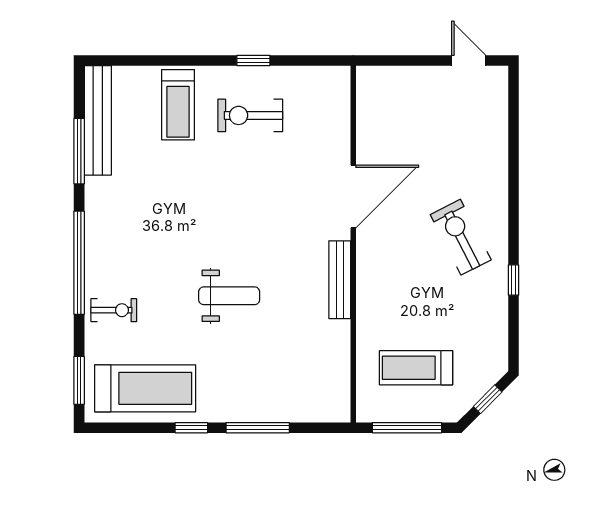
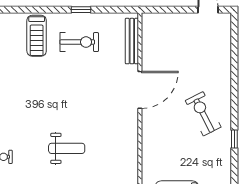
exercise bike: (250, 115) -> (79, 42), turned 180
bench: (340, 280) -> (132, 41), moved

